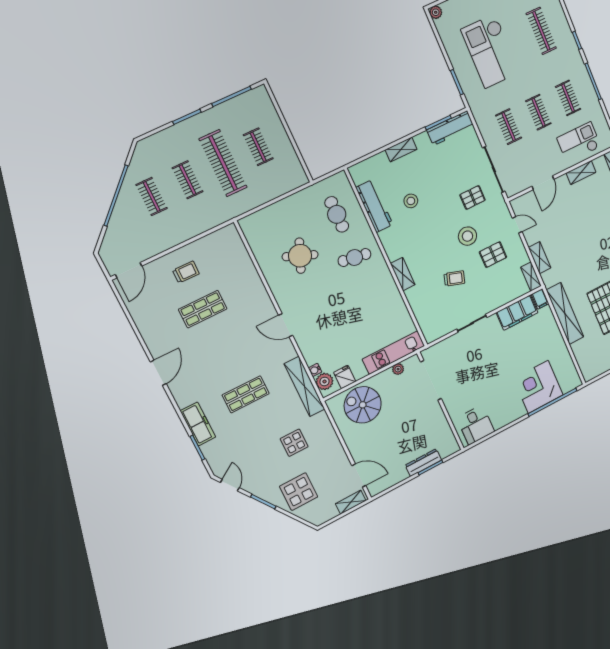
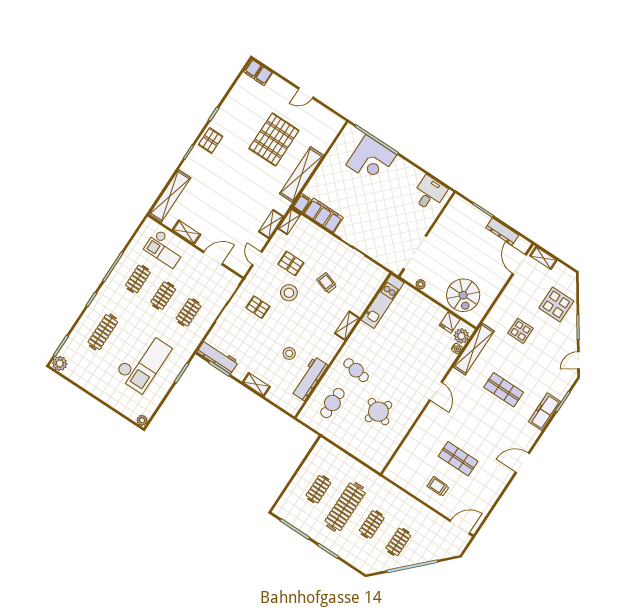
kitchen unit: (394, 353) -> (383, 301), moved, turned -90
dresser: (423, 463) -> (502, 231), moved

